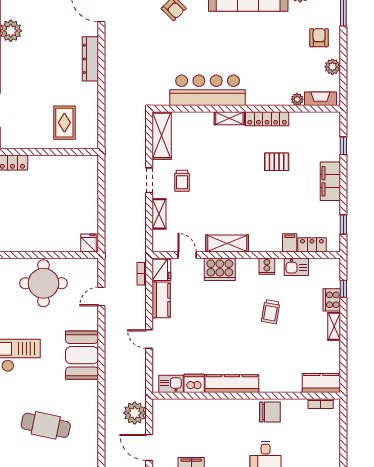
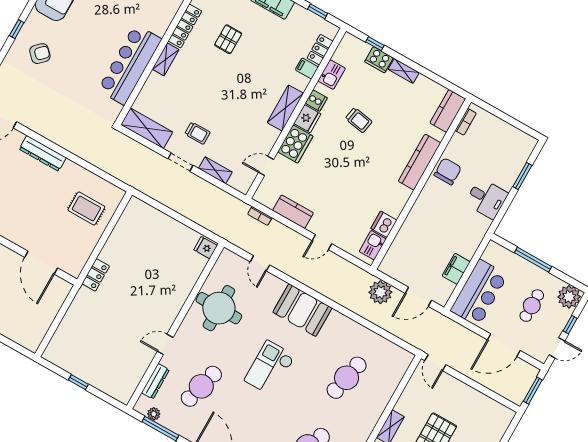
shelving: (227, 243) -> (285, 108), moved
fridge: (161, 270) -> (307, 119), moved, turned 90
kitchen counter: (232, 384) -> (420, 162), moved

